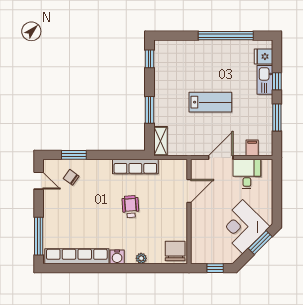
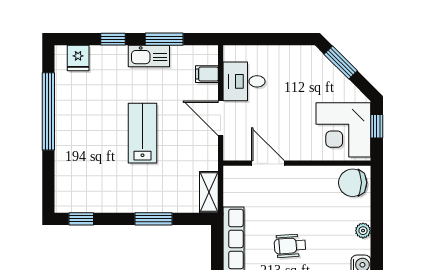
kitchen sink: (265, 80) -> (149, 56), moved
shelving: (160, 141) -> (209, 192), moved, turned 90
corner desk: (243, 227) -> (343, 130), moved, turned 45

